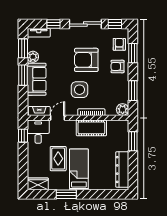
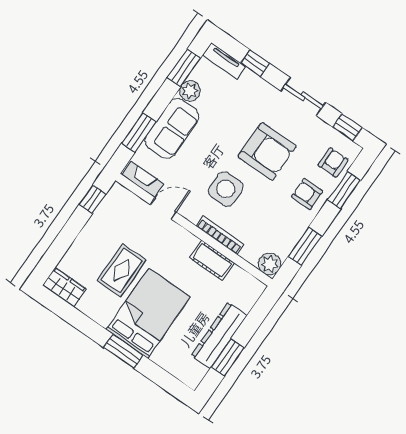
sliding door: (85, 24) -> (303, 97), width x0.73
armchair: (86, 60) -> (267, 151), turned 180
window: (23, 75) -> (139, 133), moved
cot: (91, 128) -> (212, 260), width x0.73, depth x0.75
desk: (38, 132) -> (120, 209), removed
window: (133, 141) -> (228, 358), moved
bed: (79, 169) -> (148, 313), width x1.50
dresser: (122, 170) -> (219, 335), moved
window: (66, 194) -> (124, 351), moved

